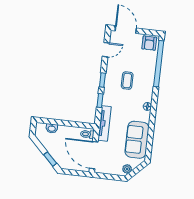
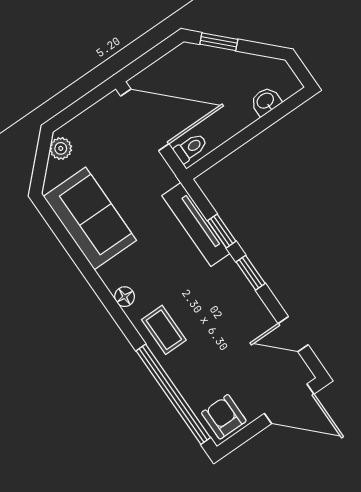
door: (106, 50) -> (293, 334), hinge flipped
coffee table: (127, 81) -> (164, 330), moved
tv unit: (105, 123) -> (196, 224), moved

